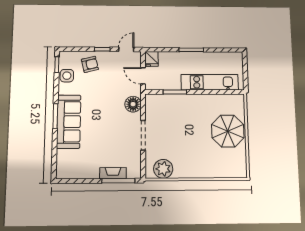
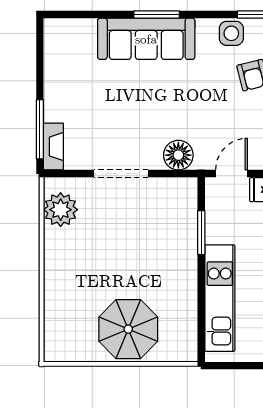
fireplace: (113, 173) -> (53, 146), moved

